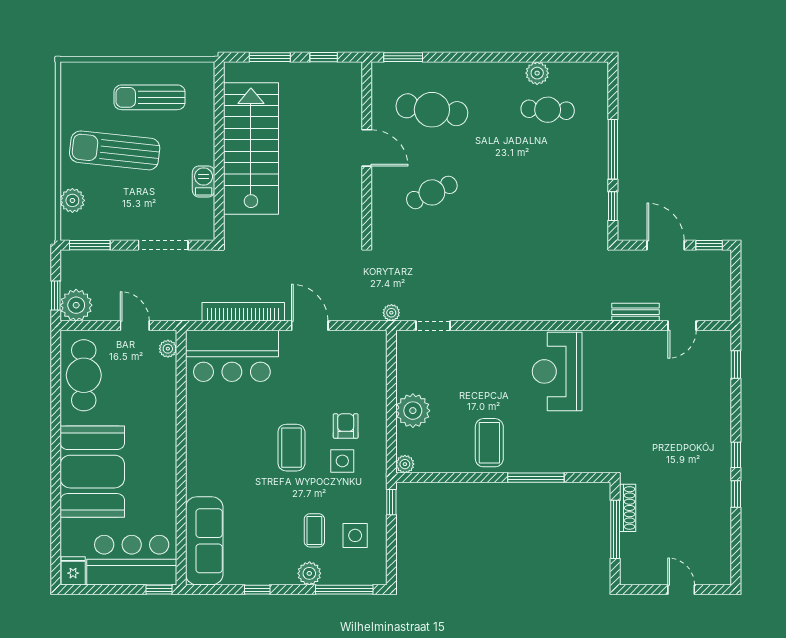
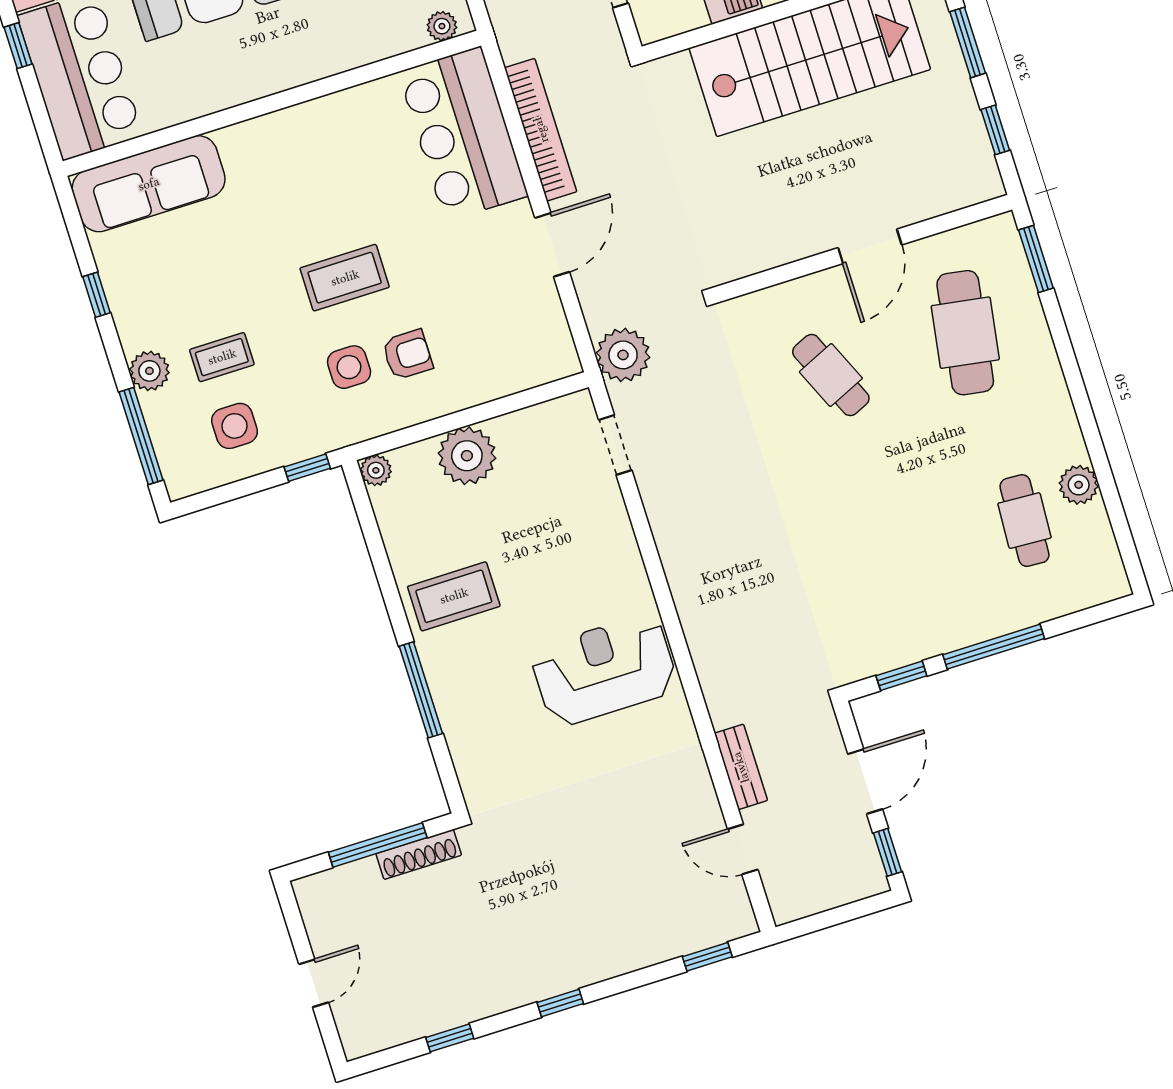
plant: (391, 313) -> (623, 355), width x1.88, depth x1.88
window: (736, 494) -> (450, 1038), moved
window: (159, 590) -> (18, 46), moved

